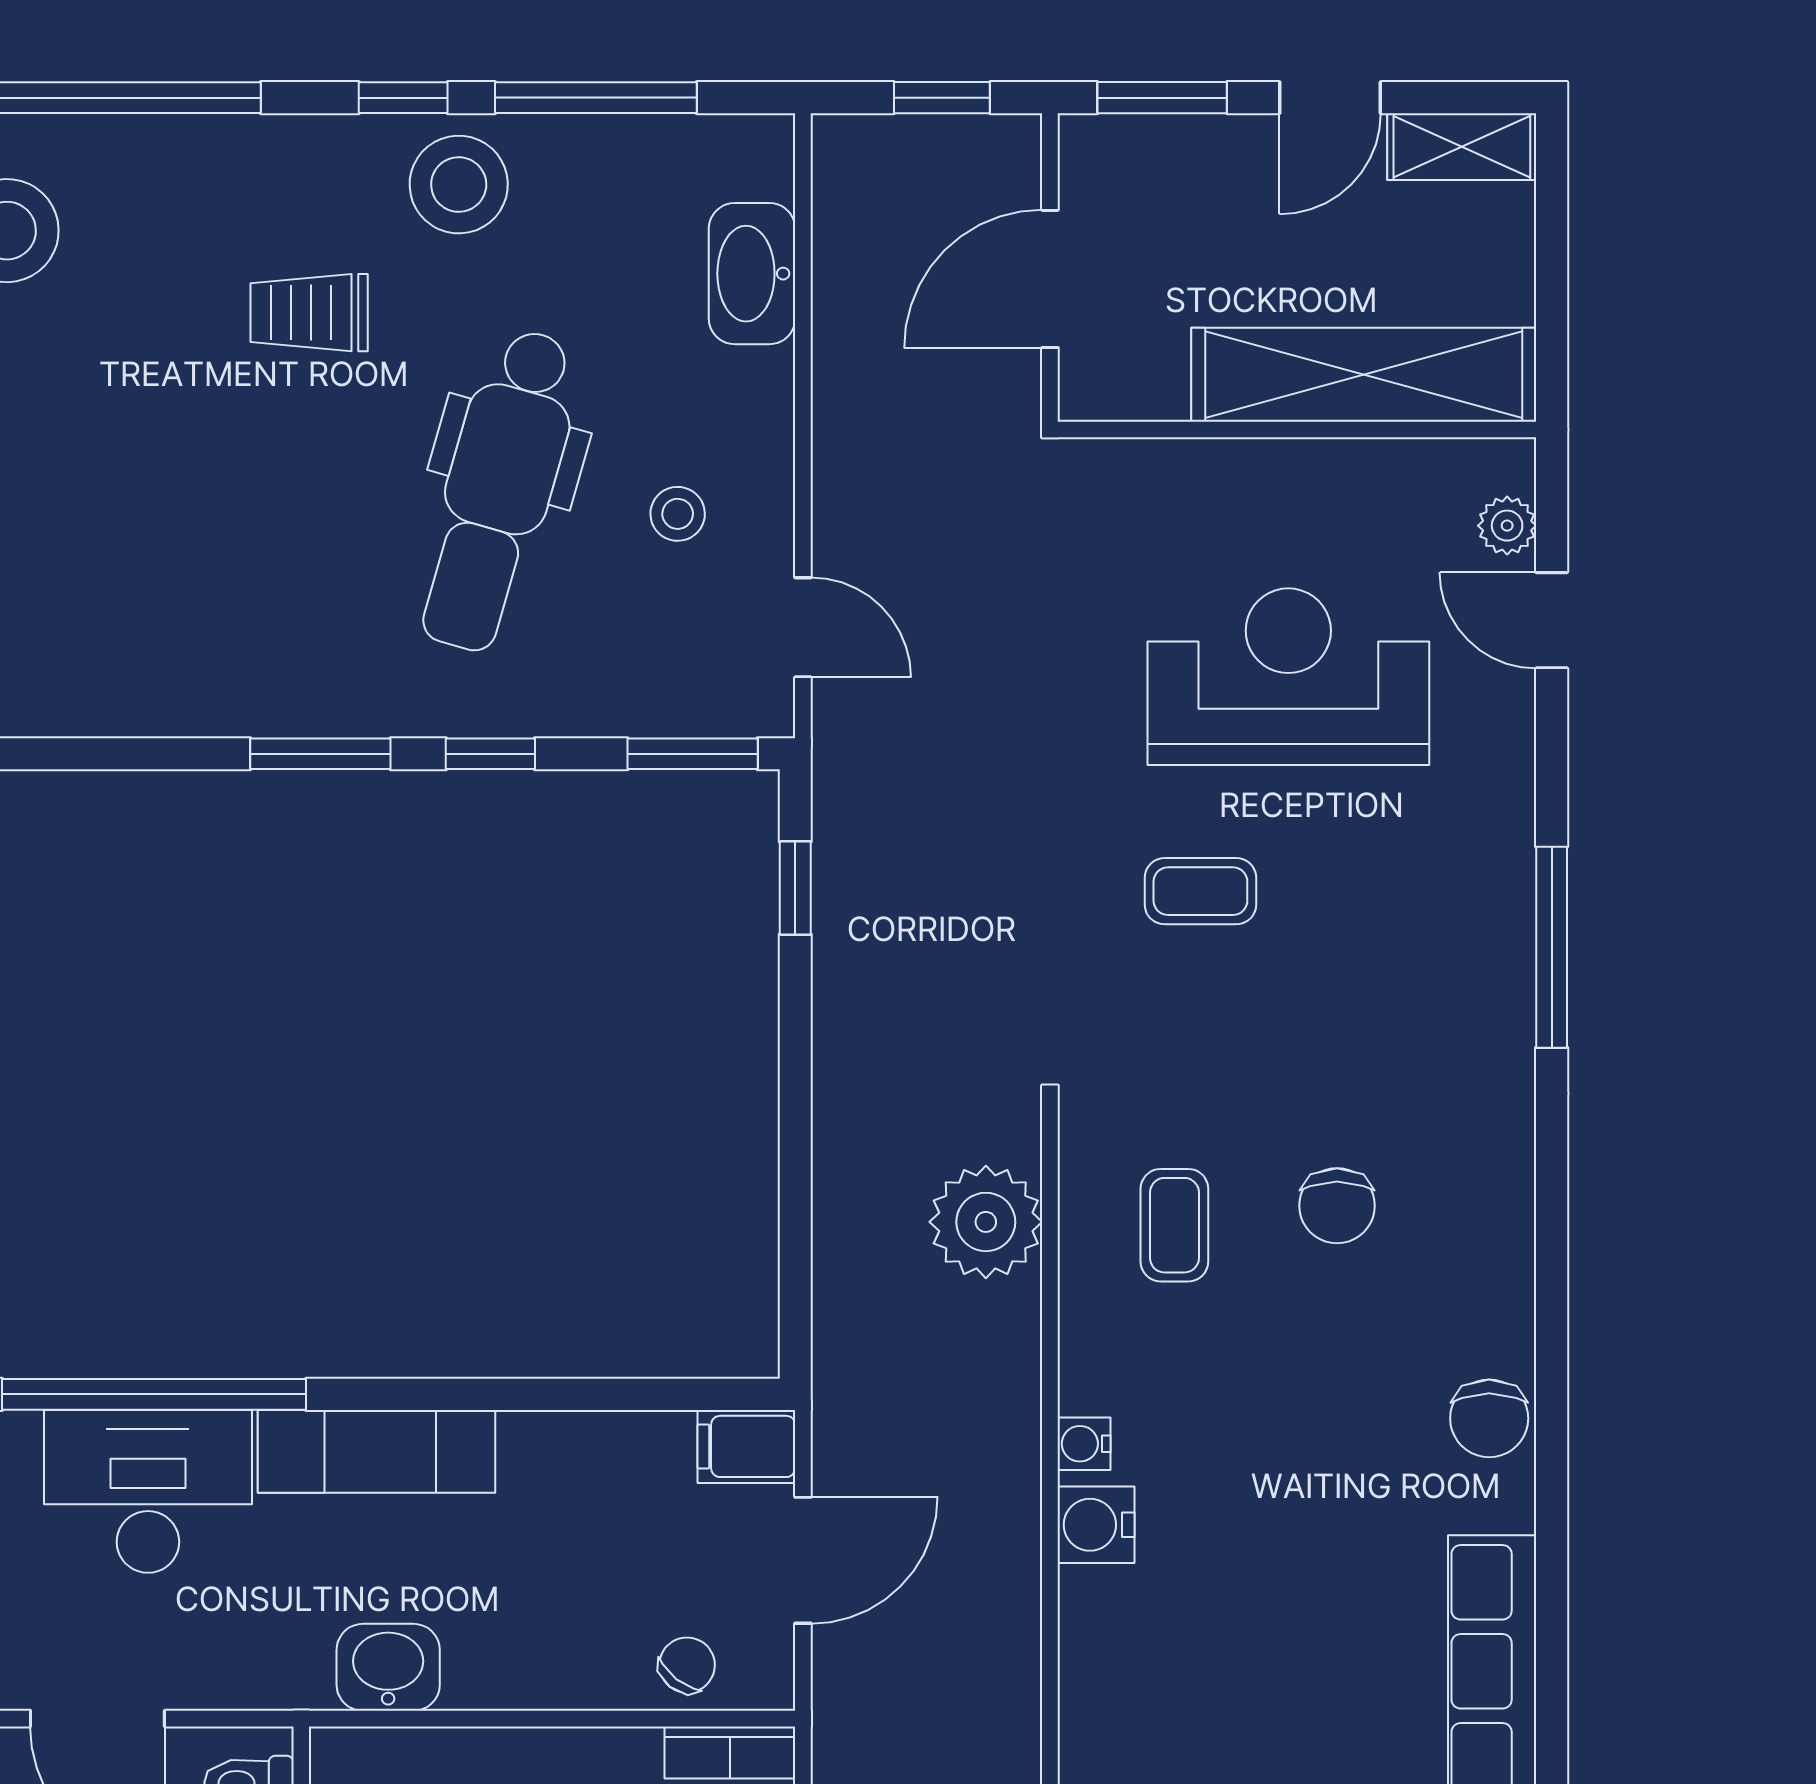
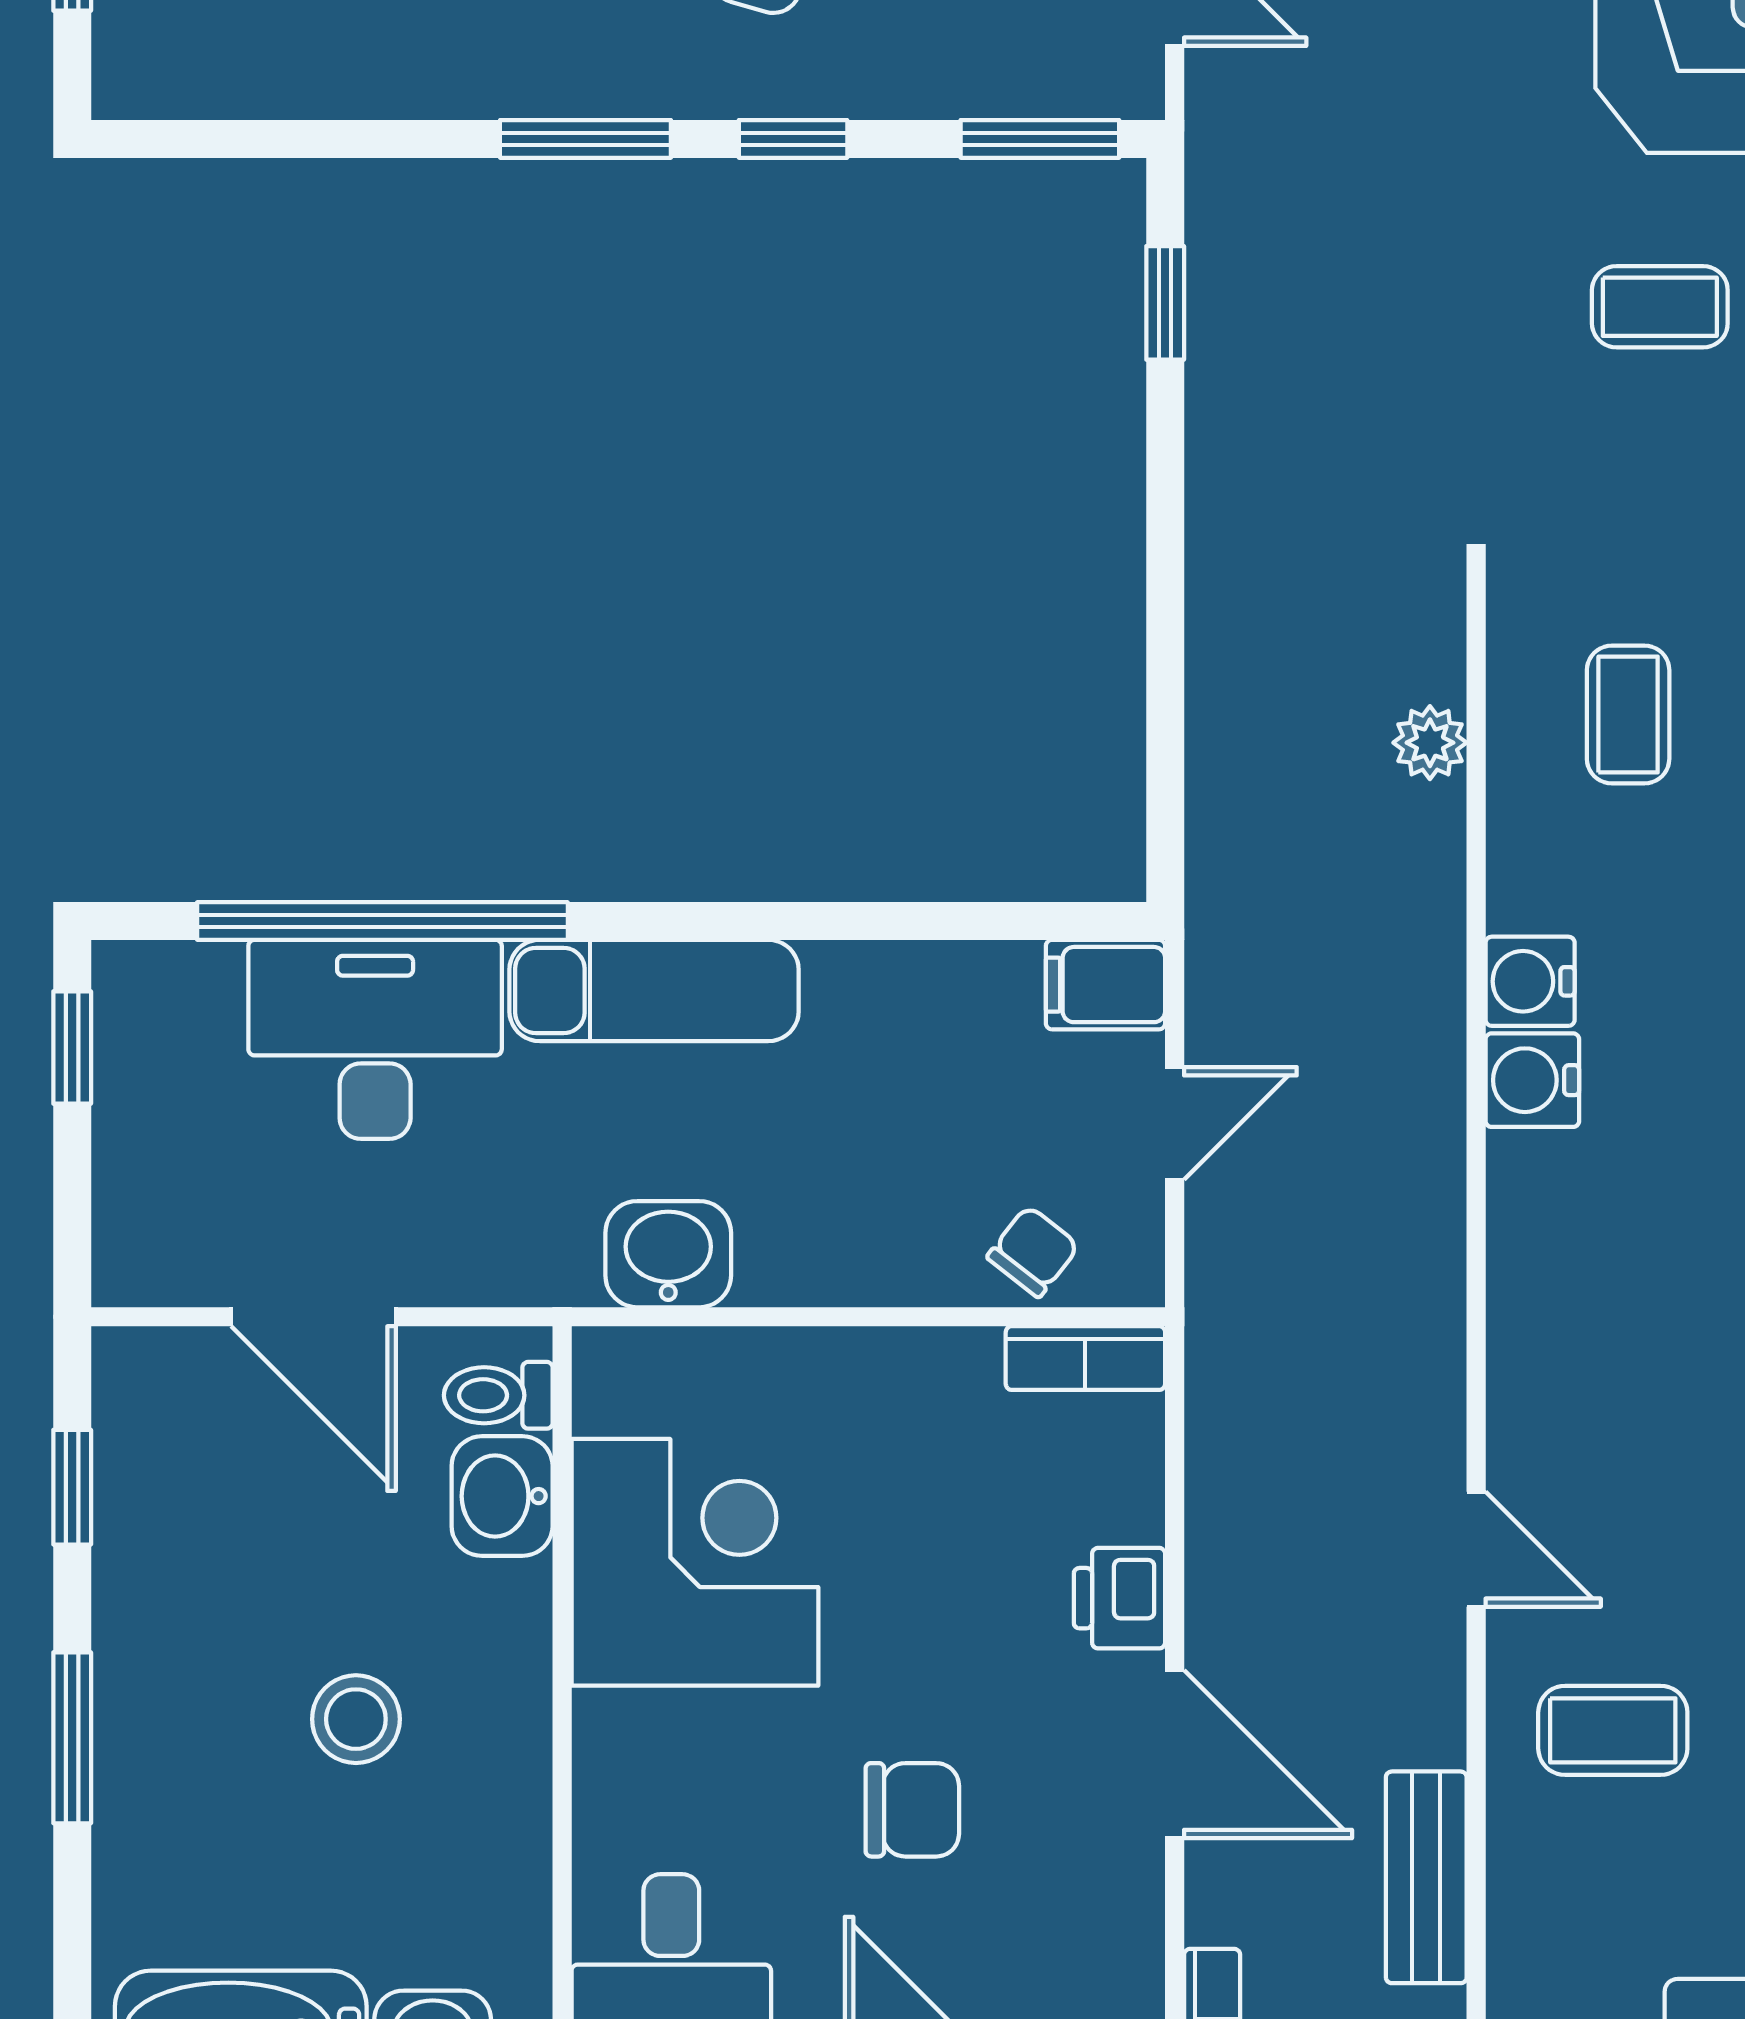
plant: (986, 1222) -> (1430, 743), width x0.53, depth x0.53
water cooler: (1084, 1444) -> (1530, 981), width x1.38, depth x1.38
door: (803, 1560) -> (1175, 1123), width x0.73

